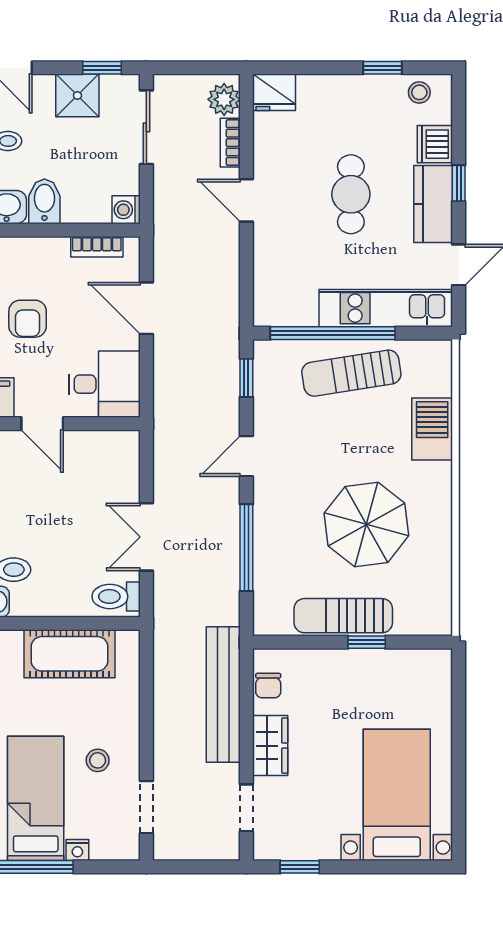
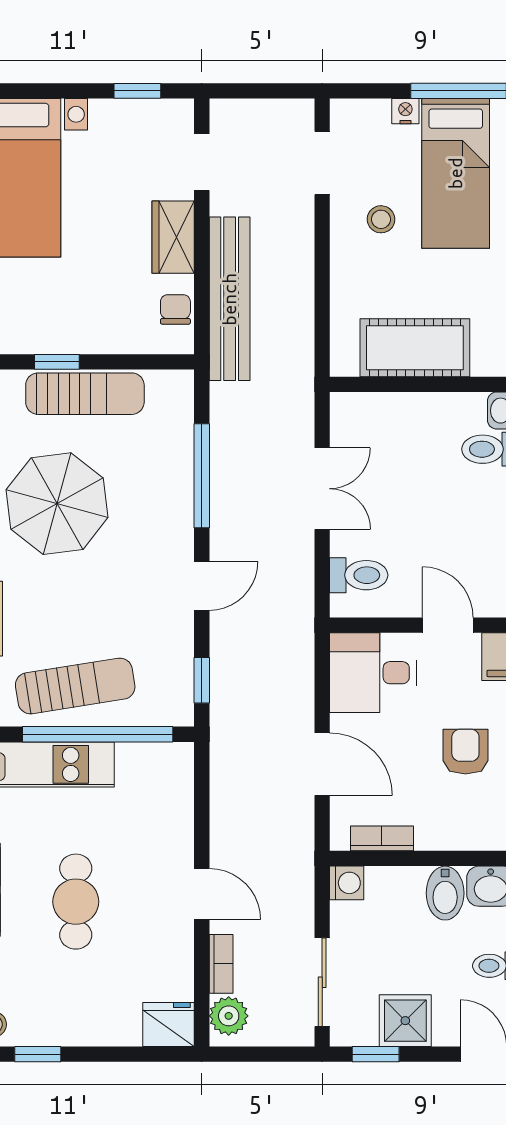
toilet: (116, 596) -> (359, 575), moved

